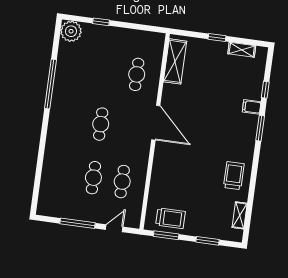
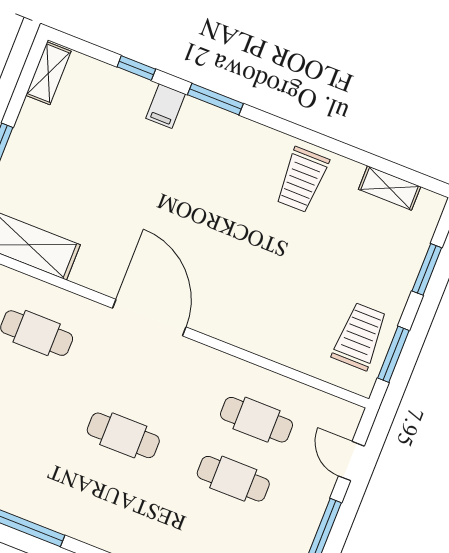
shelving: (242, 50) -> (48, 73), moved
door: (156, 123) -> (149, 318), hinge flipped
trolley: (234, 176) -> (302, 180), turned -90

